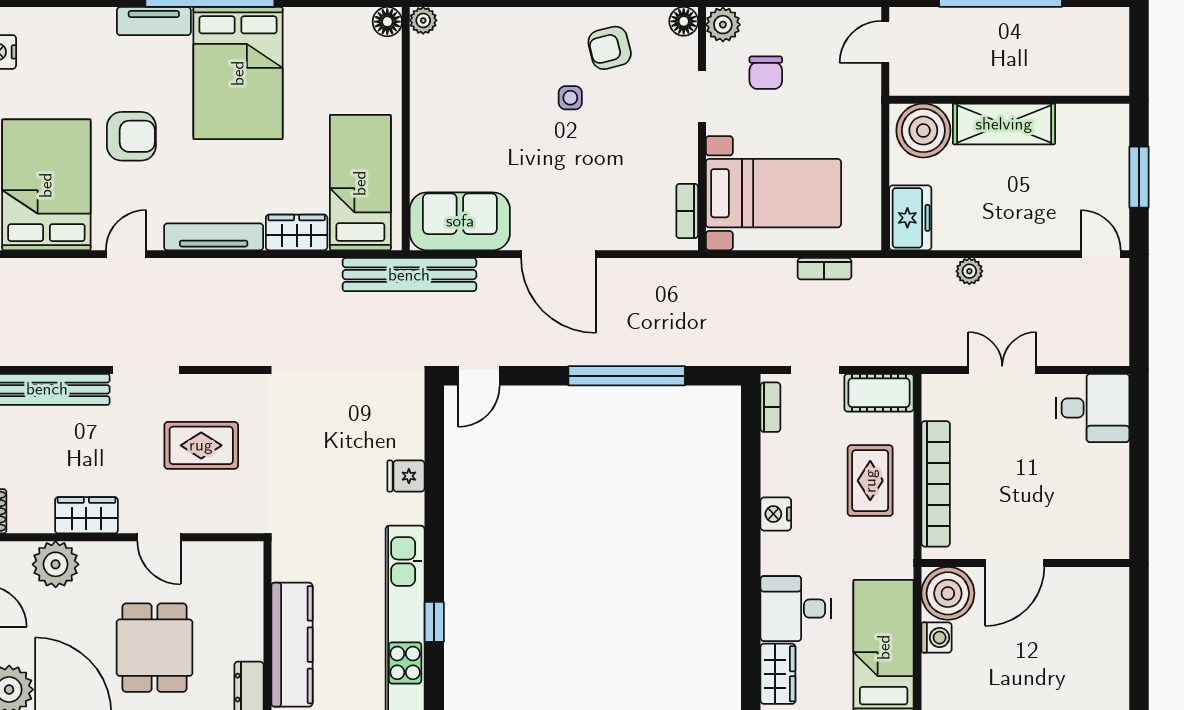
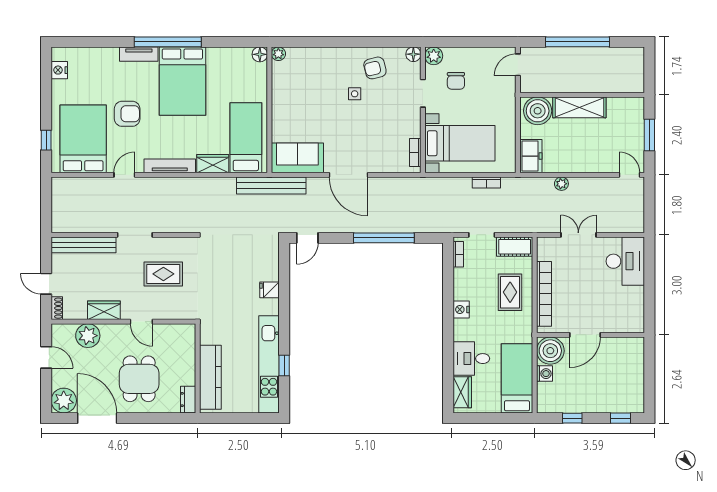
desk: (1092, 408) -> (625, 261), width x1.37

